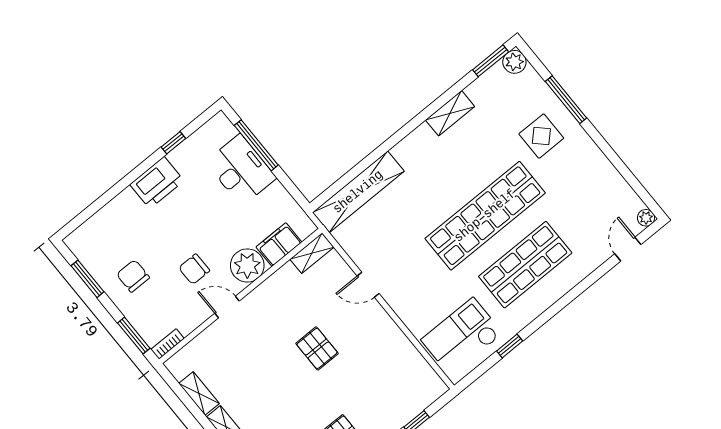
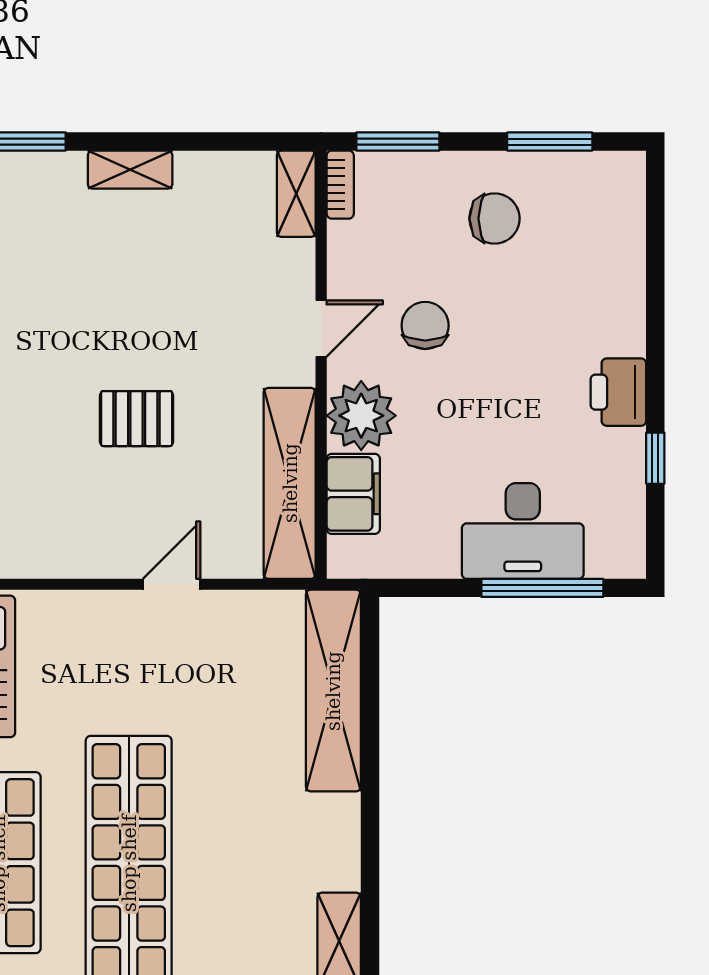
printer: (157, 183) -> (618, 392), width x0.73, depth x0.84
shelving: (312, 253) -> (290, 483), width x2.20, depth x1.33
shelving: (199, 394) -> (296, 194), moved, turned 90

